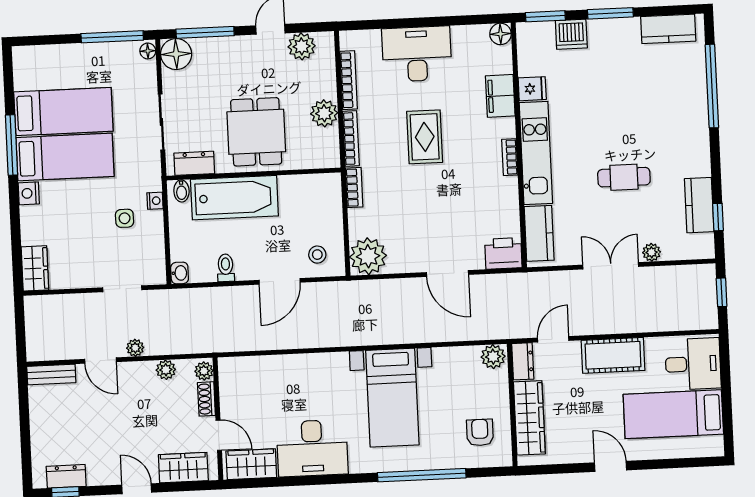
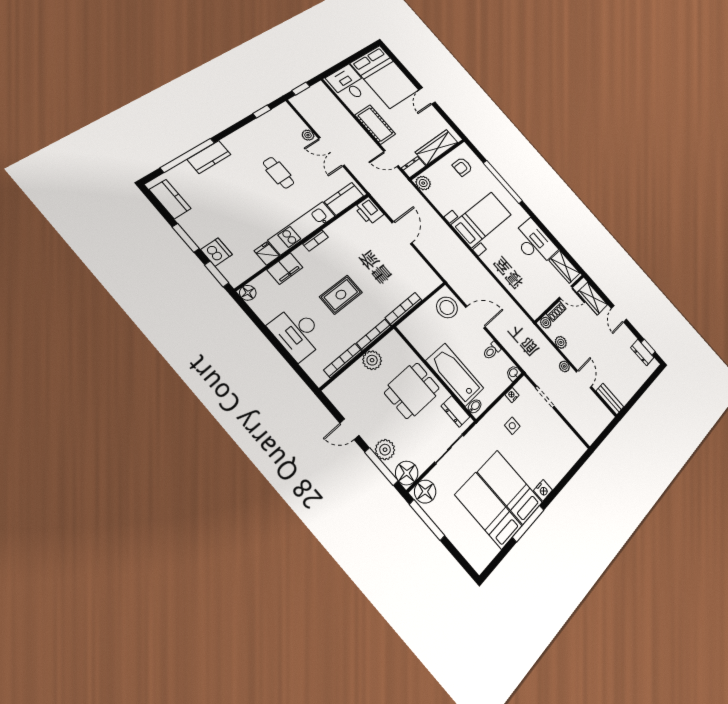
plant: (302, 46) -> (385, 450), moved
floor lamp: (148, 51) -> (425, 492), width x1.89, depth x1.89
bookcase: (354, 188) -> (404, 309), width x1.56
nightstand: (155, 201) -> (512, 395), moved
kitchen counter: (699, 205) -> (209, 157), moved
stool: (317, 255) -> (447, 307), width x1.89, depth x1.89
plant: (368, 256) -> (427, 280), removed
wardrobe: (35, 268) -> (573, 452), removed
bed: (673, 414) -> (385, 77), width x1.50
door: (219, 435) -> (566, 292), swing flipped

